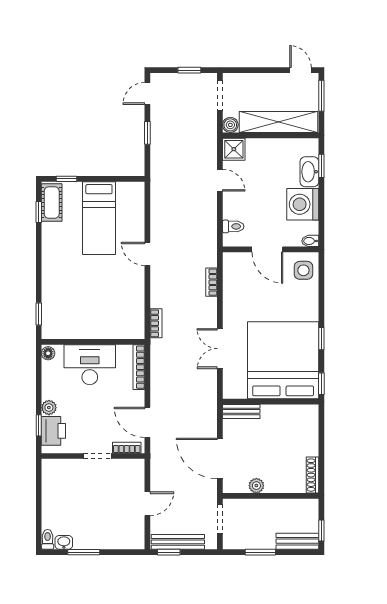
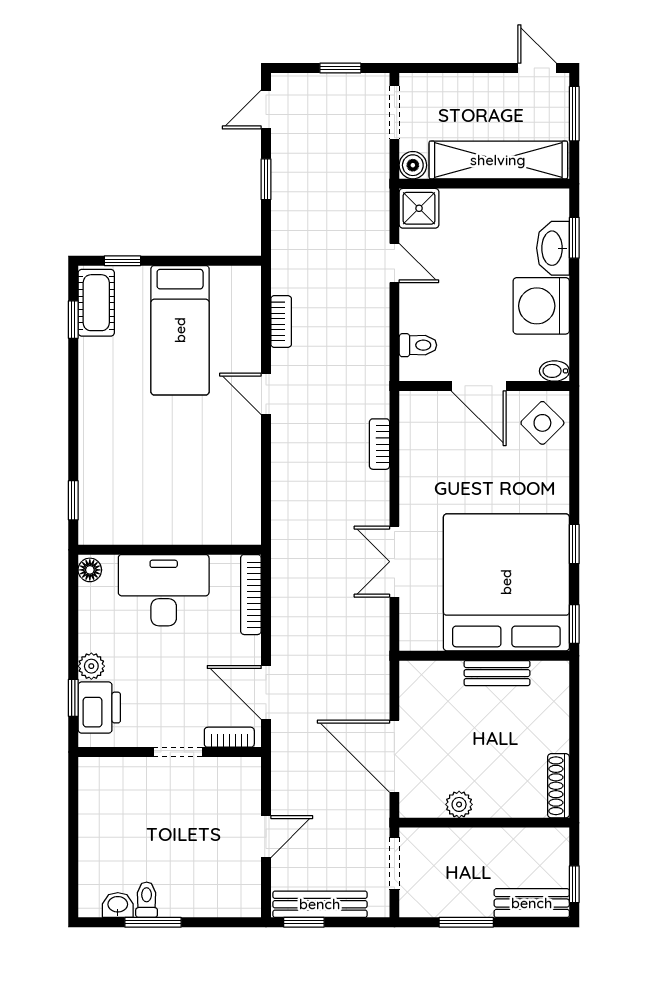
side table: (303, 270) -> (542, 423), turned 45
bookcase: (156, 323) -> (281, 321), moved
bench: (241, 411) -> (497, 673), moved
toilet: (48, 539) -> (147, 900), moved

